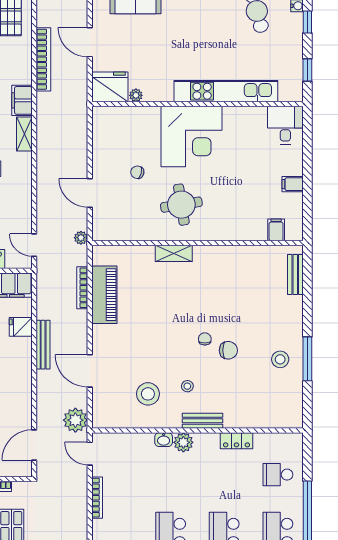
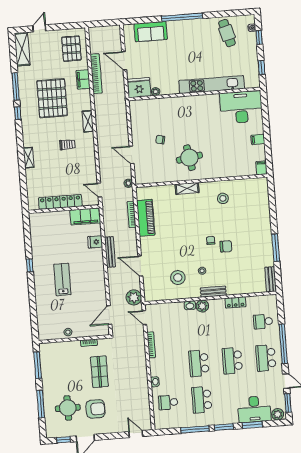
filing cabinet: (22, 100) -> (83, 79), moved
desk: (285, 125) -> (241, 107), width x1.87, depth x1.30
corner desk: (191, 136) -> (192, 115), removed
filing cabinet: (276, 230) -> (261, 168), moved
bench: (295, 275) -> (271, 279), moved
stool: (280, 359) -> (223, 198), moved

